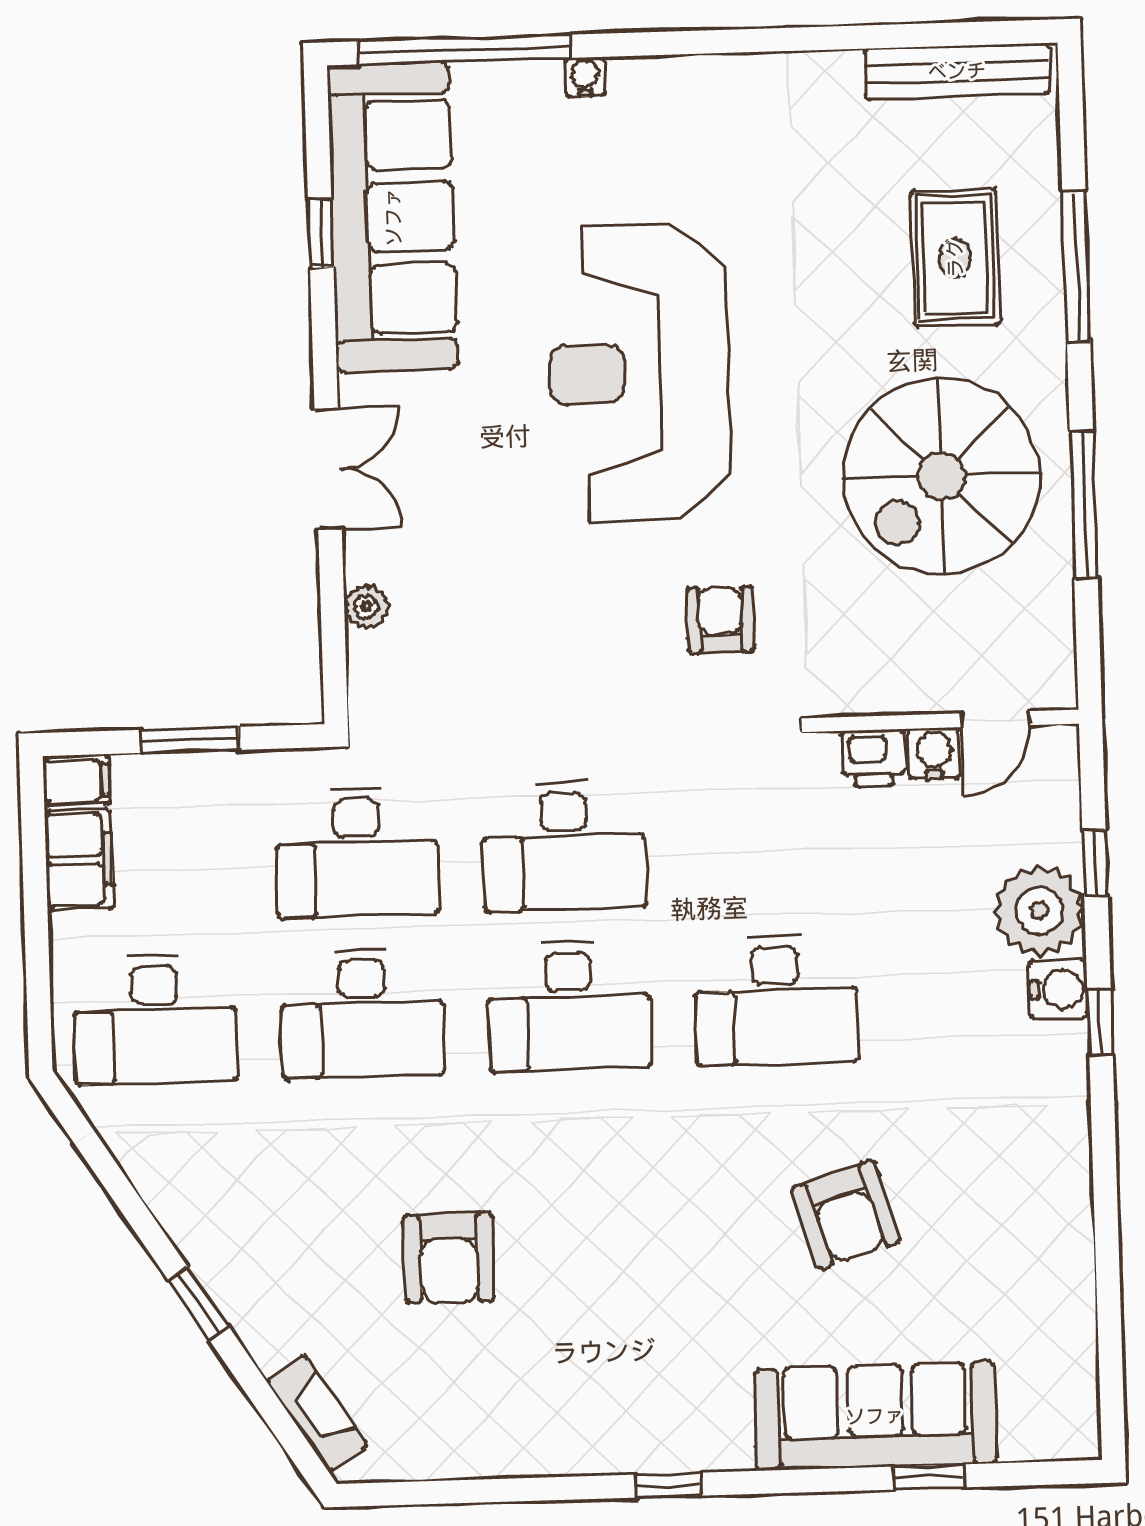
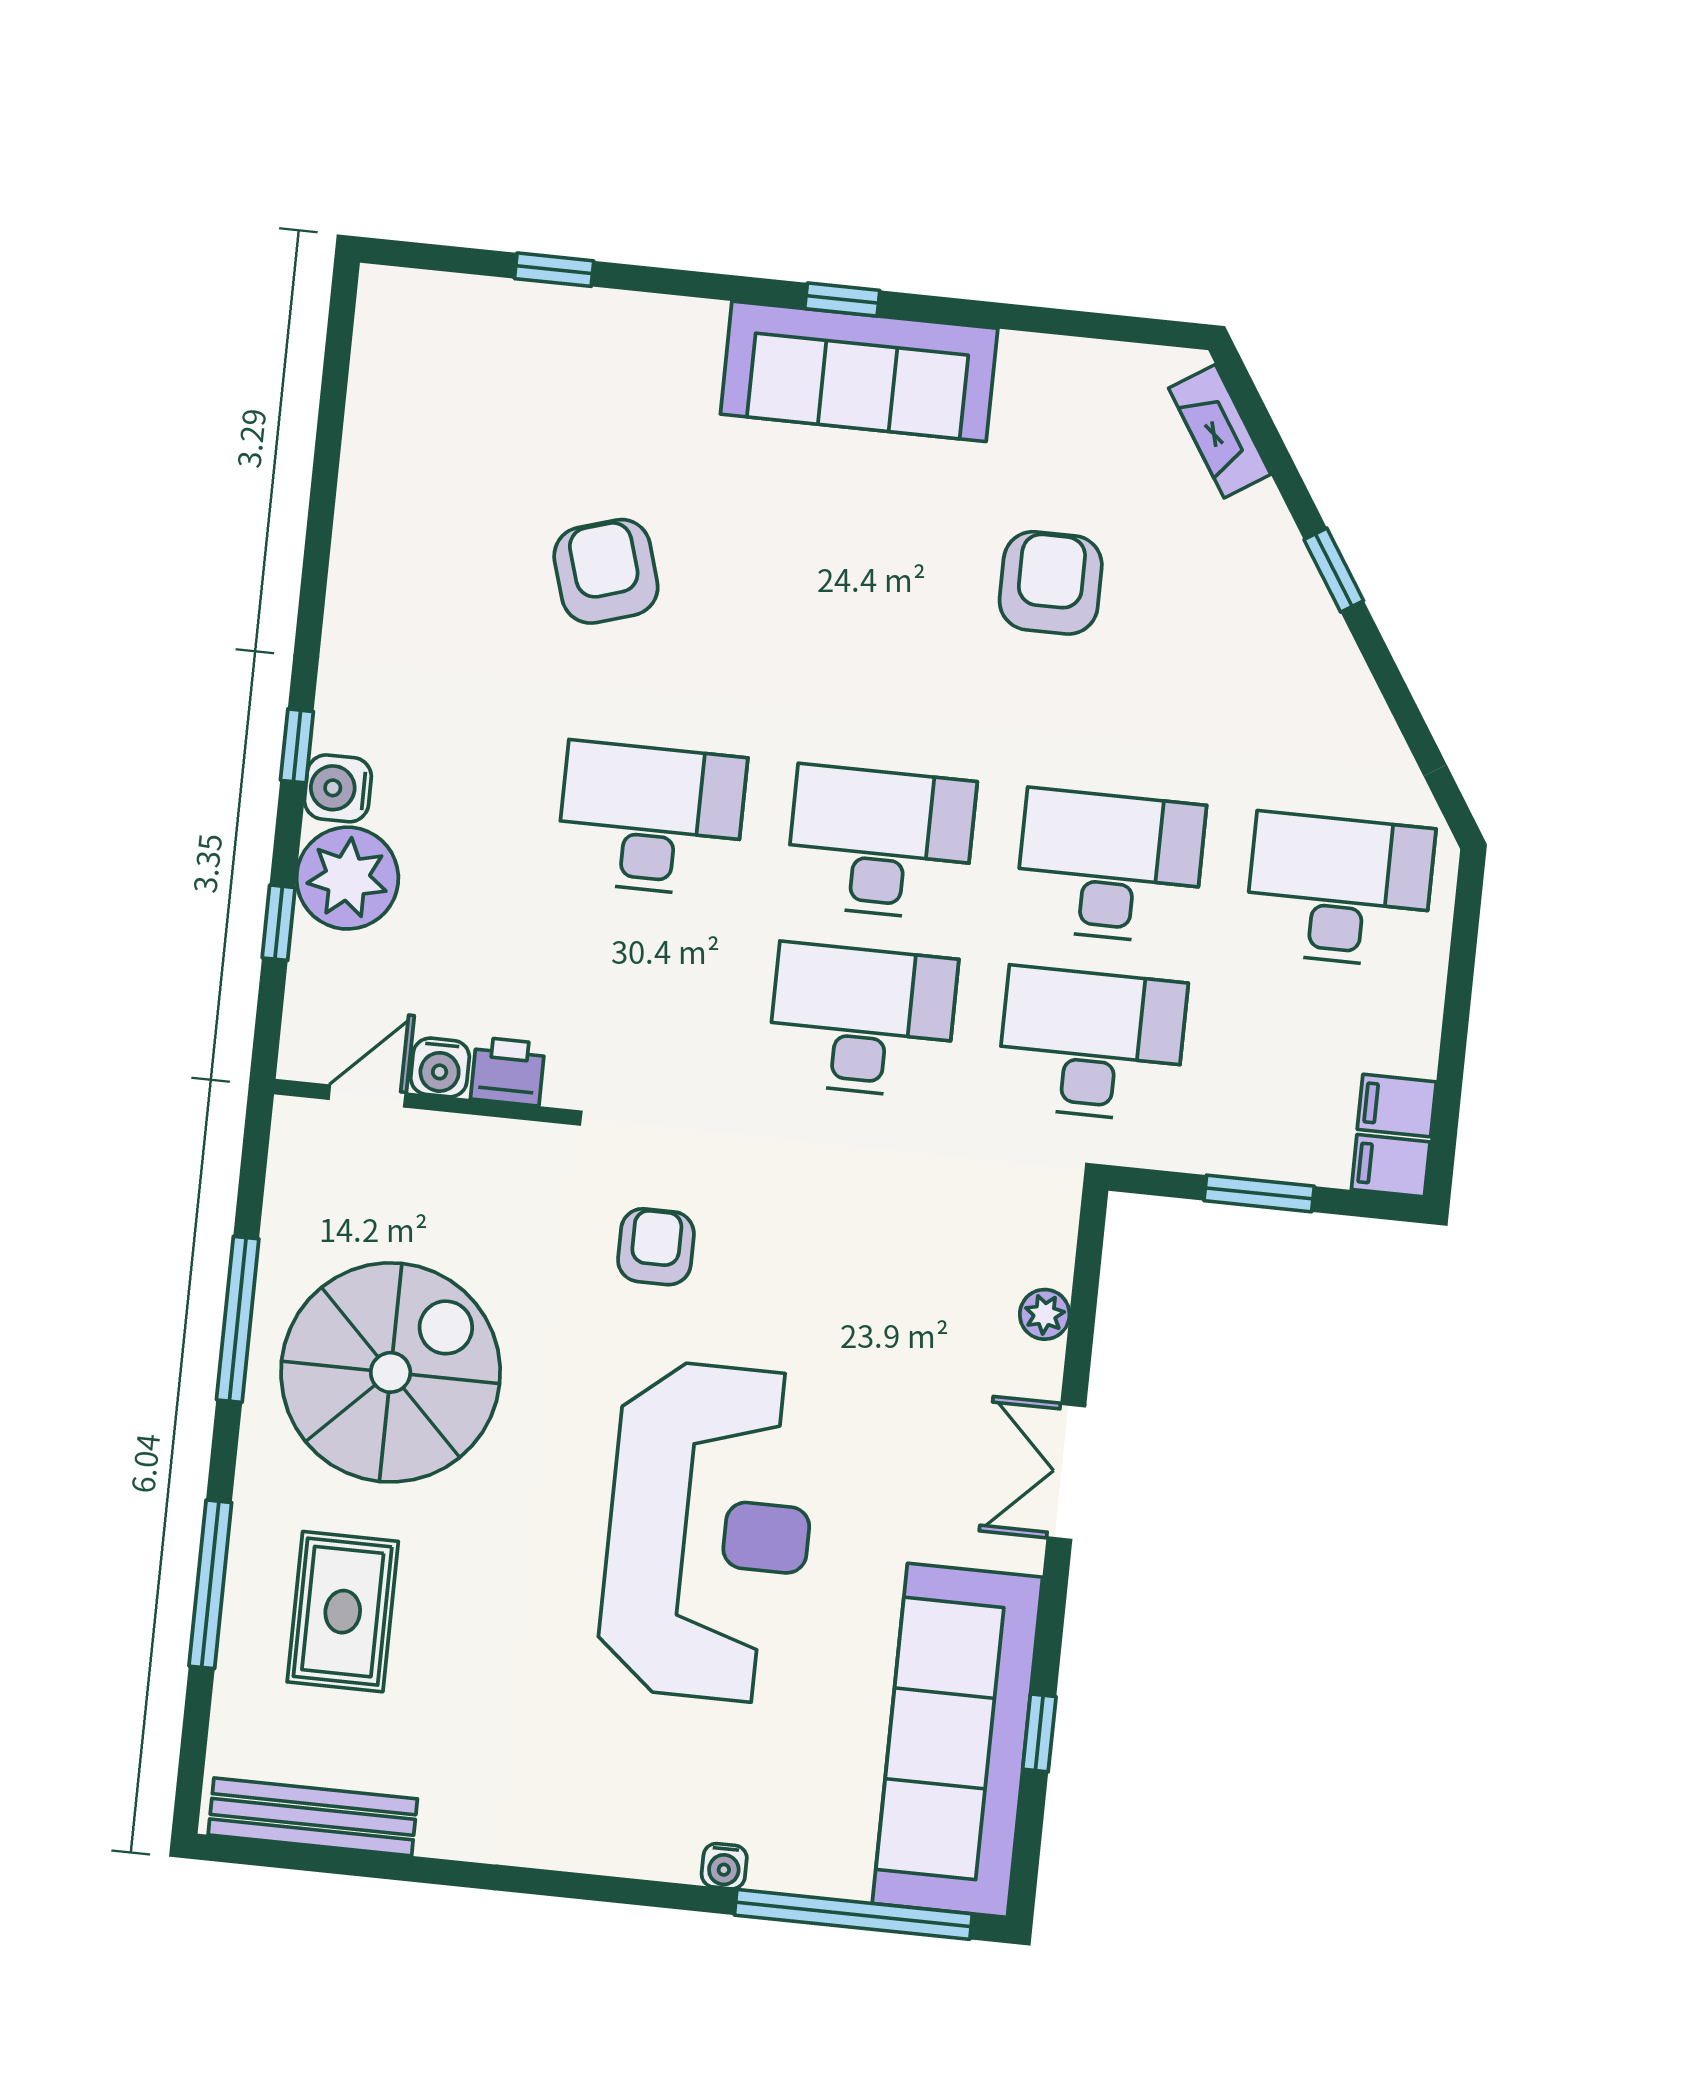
armchair: (720, 620) -> (656, 1247), turned 180
filing cabinet: (79, 860) -> (1397, 1106), width x0.50
sofa: (875, 1416) -> (859, 371), moved

